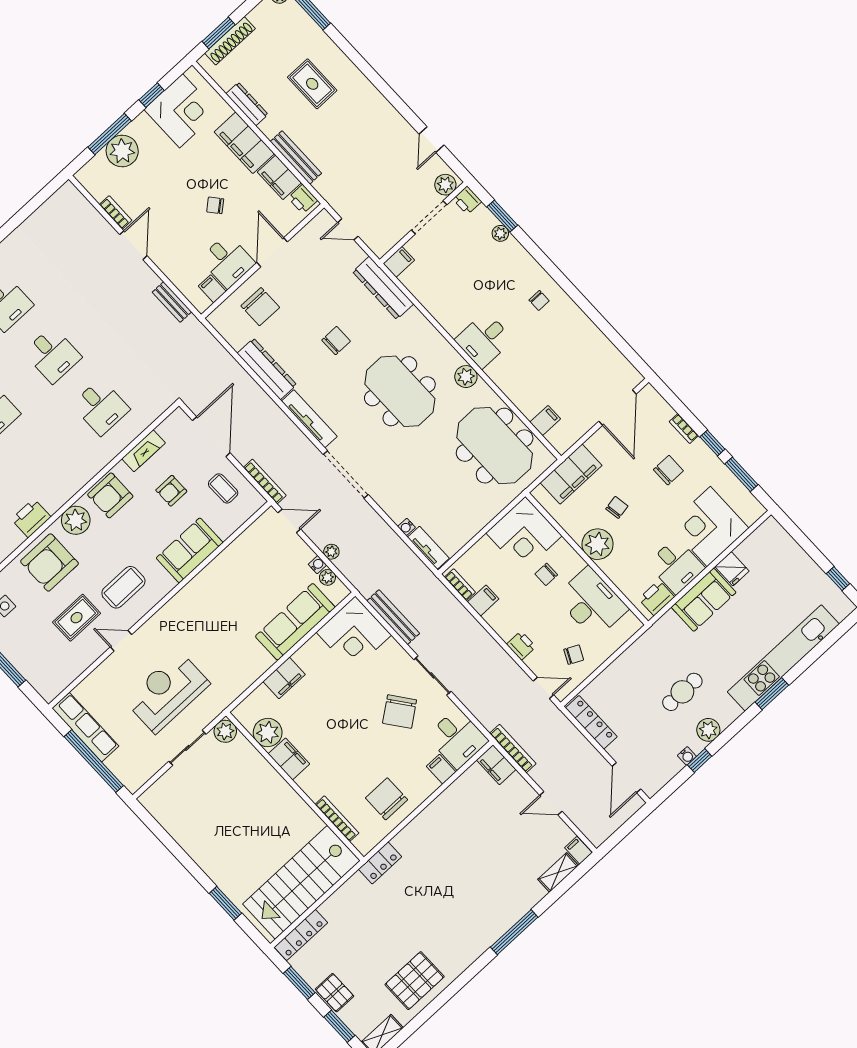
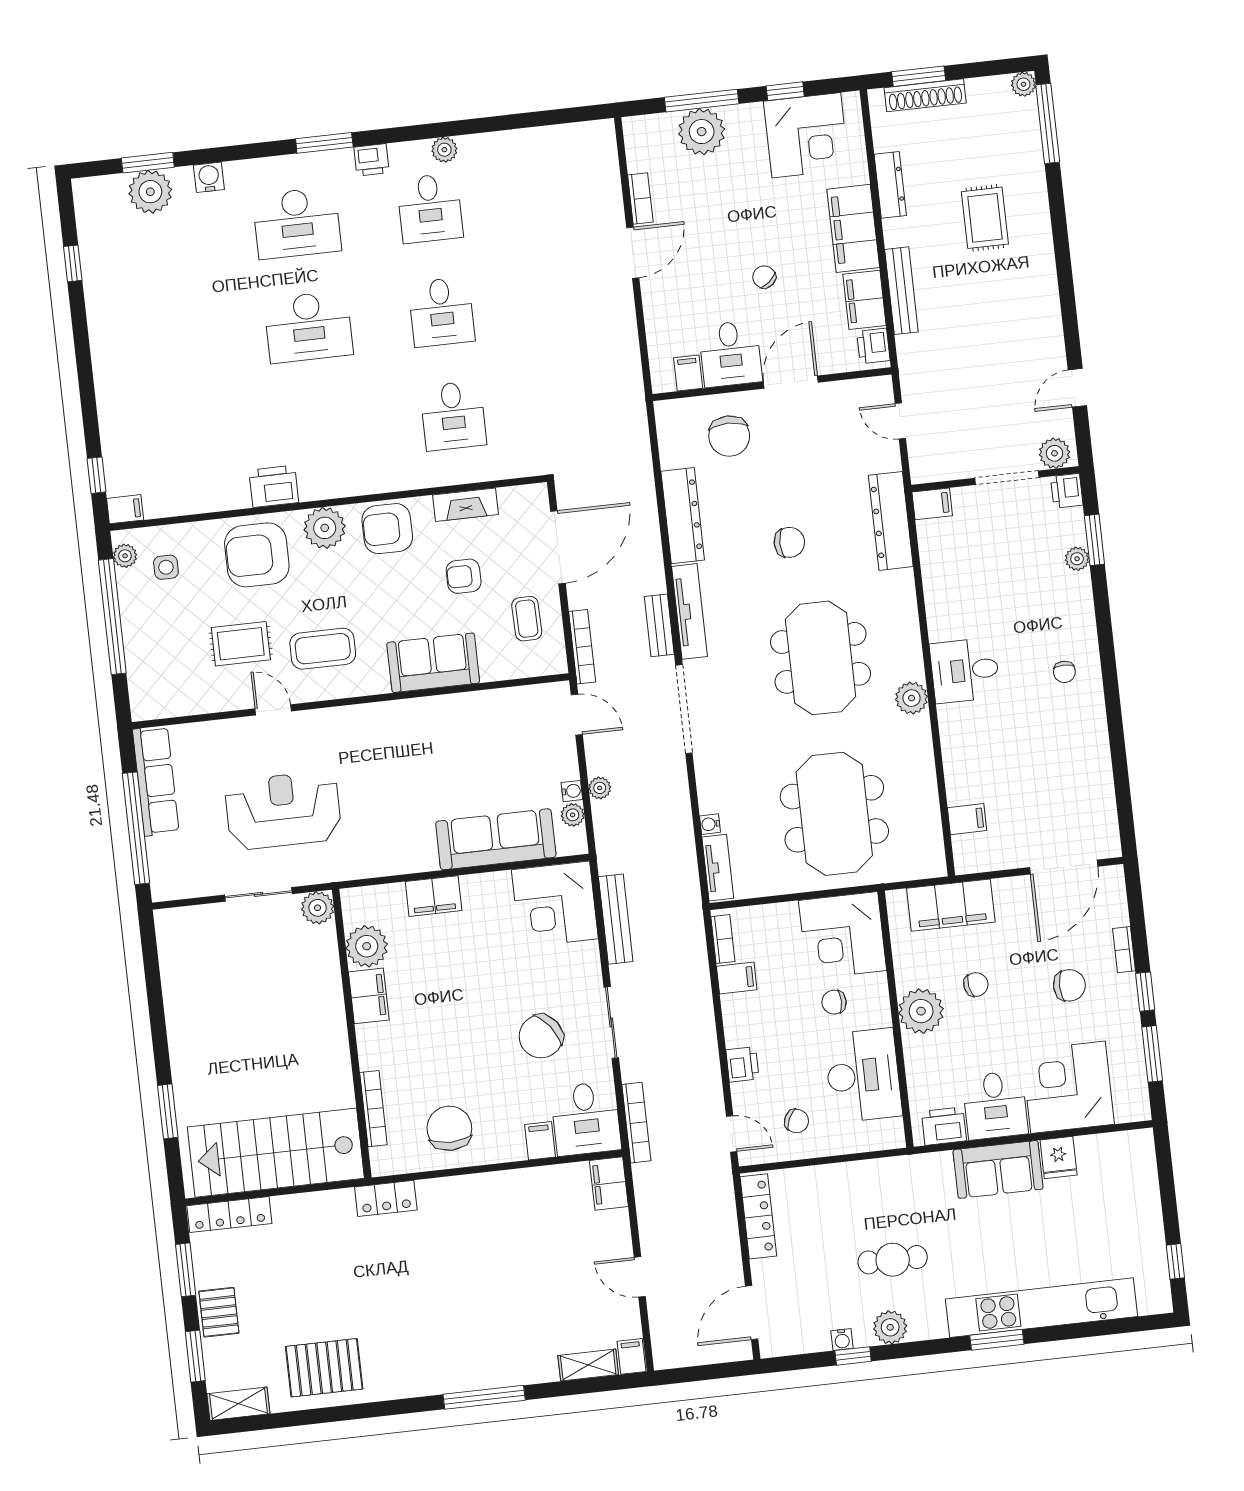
bench: (172, 302) -> (659, 625), moved
meeting table: (495, 446) -> (834, 814), moved
bookcase: (513, 749) -> (636, 1123), moved

